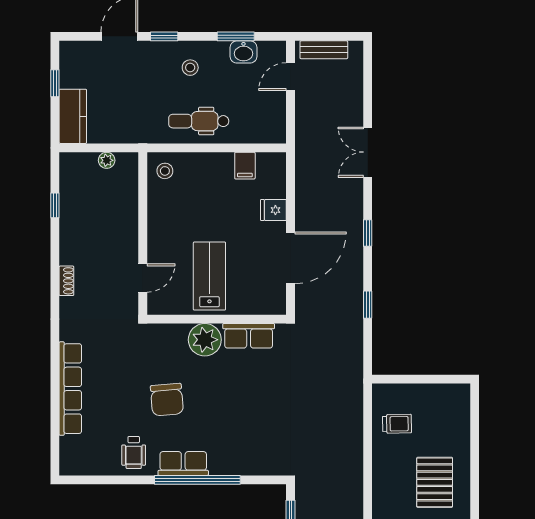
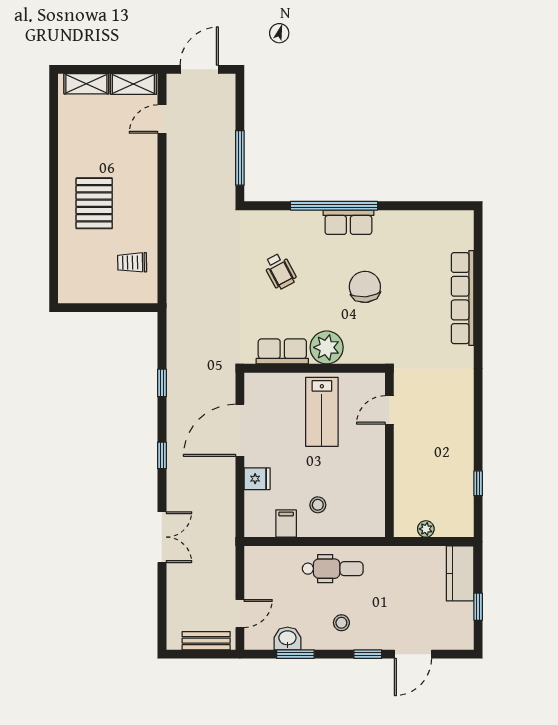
stool: (165, 171) -> (318, 505), moved
shoe rack: (66, 281) -> (466, 407), removed
wheelchair: (134, 453) -> (280, 271), moved, turned 152

